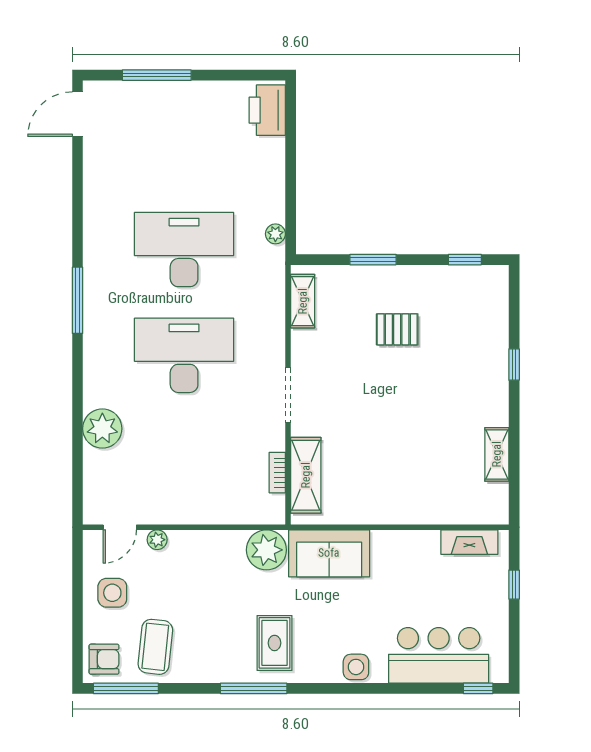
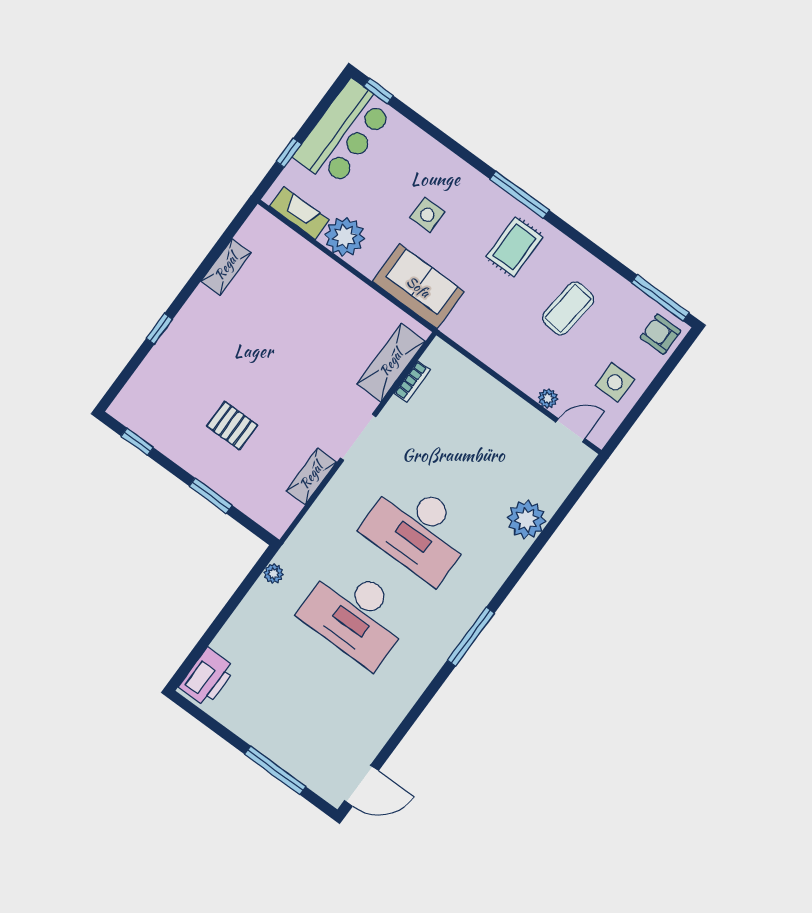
shelving: (303, 301) -> (311, 476), moved
plant: (266, 550) -> (345, 237), moved
coffee table: (155, 647) -> (568, 308), moved
bar counter: (439, 655) -> (344, 133), moved, turned -90
side table: (356, 667) -> (427, 215), moved
window: (254, 688) -> (520, 195), moved

